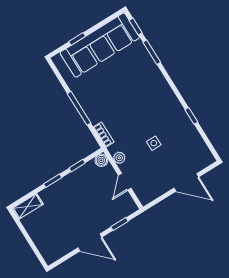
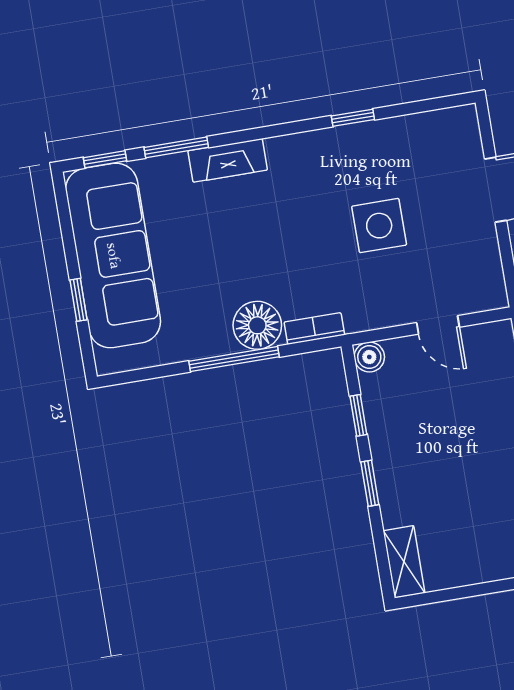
fireplace: (155, 74) -> (228, 160), added
floor lamp: (96, 112) -> (257, 325), added
side table: (154, 143) -> (379, 226), width x1.87, depth x1.87
plant: (119, 158) -> (380, 315), removed

